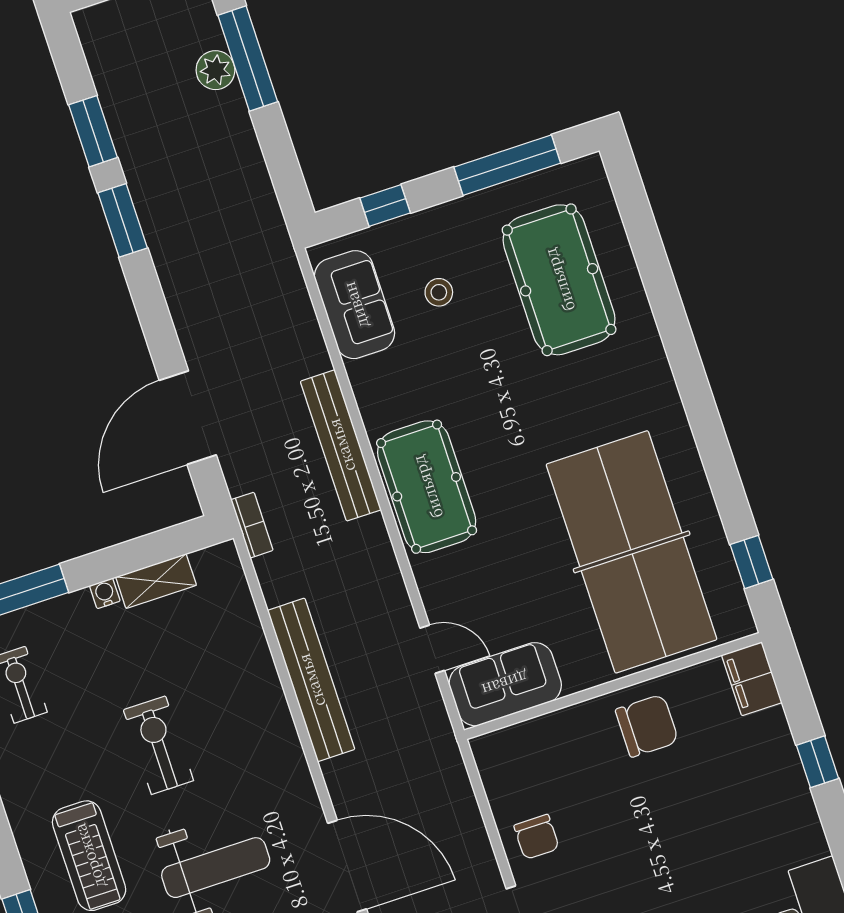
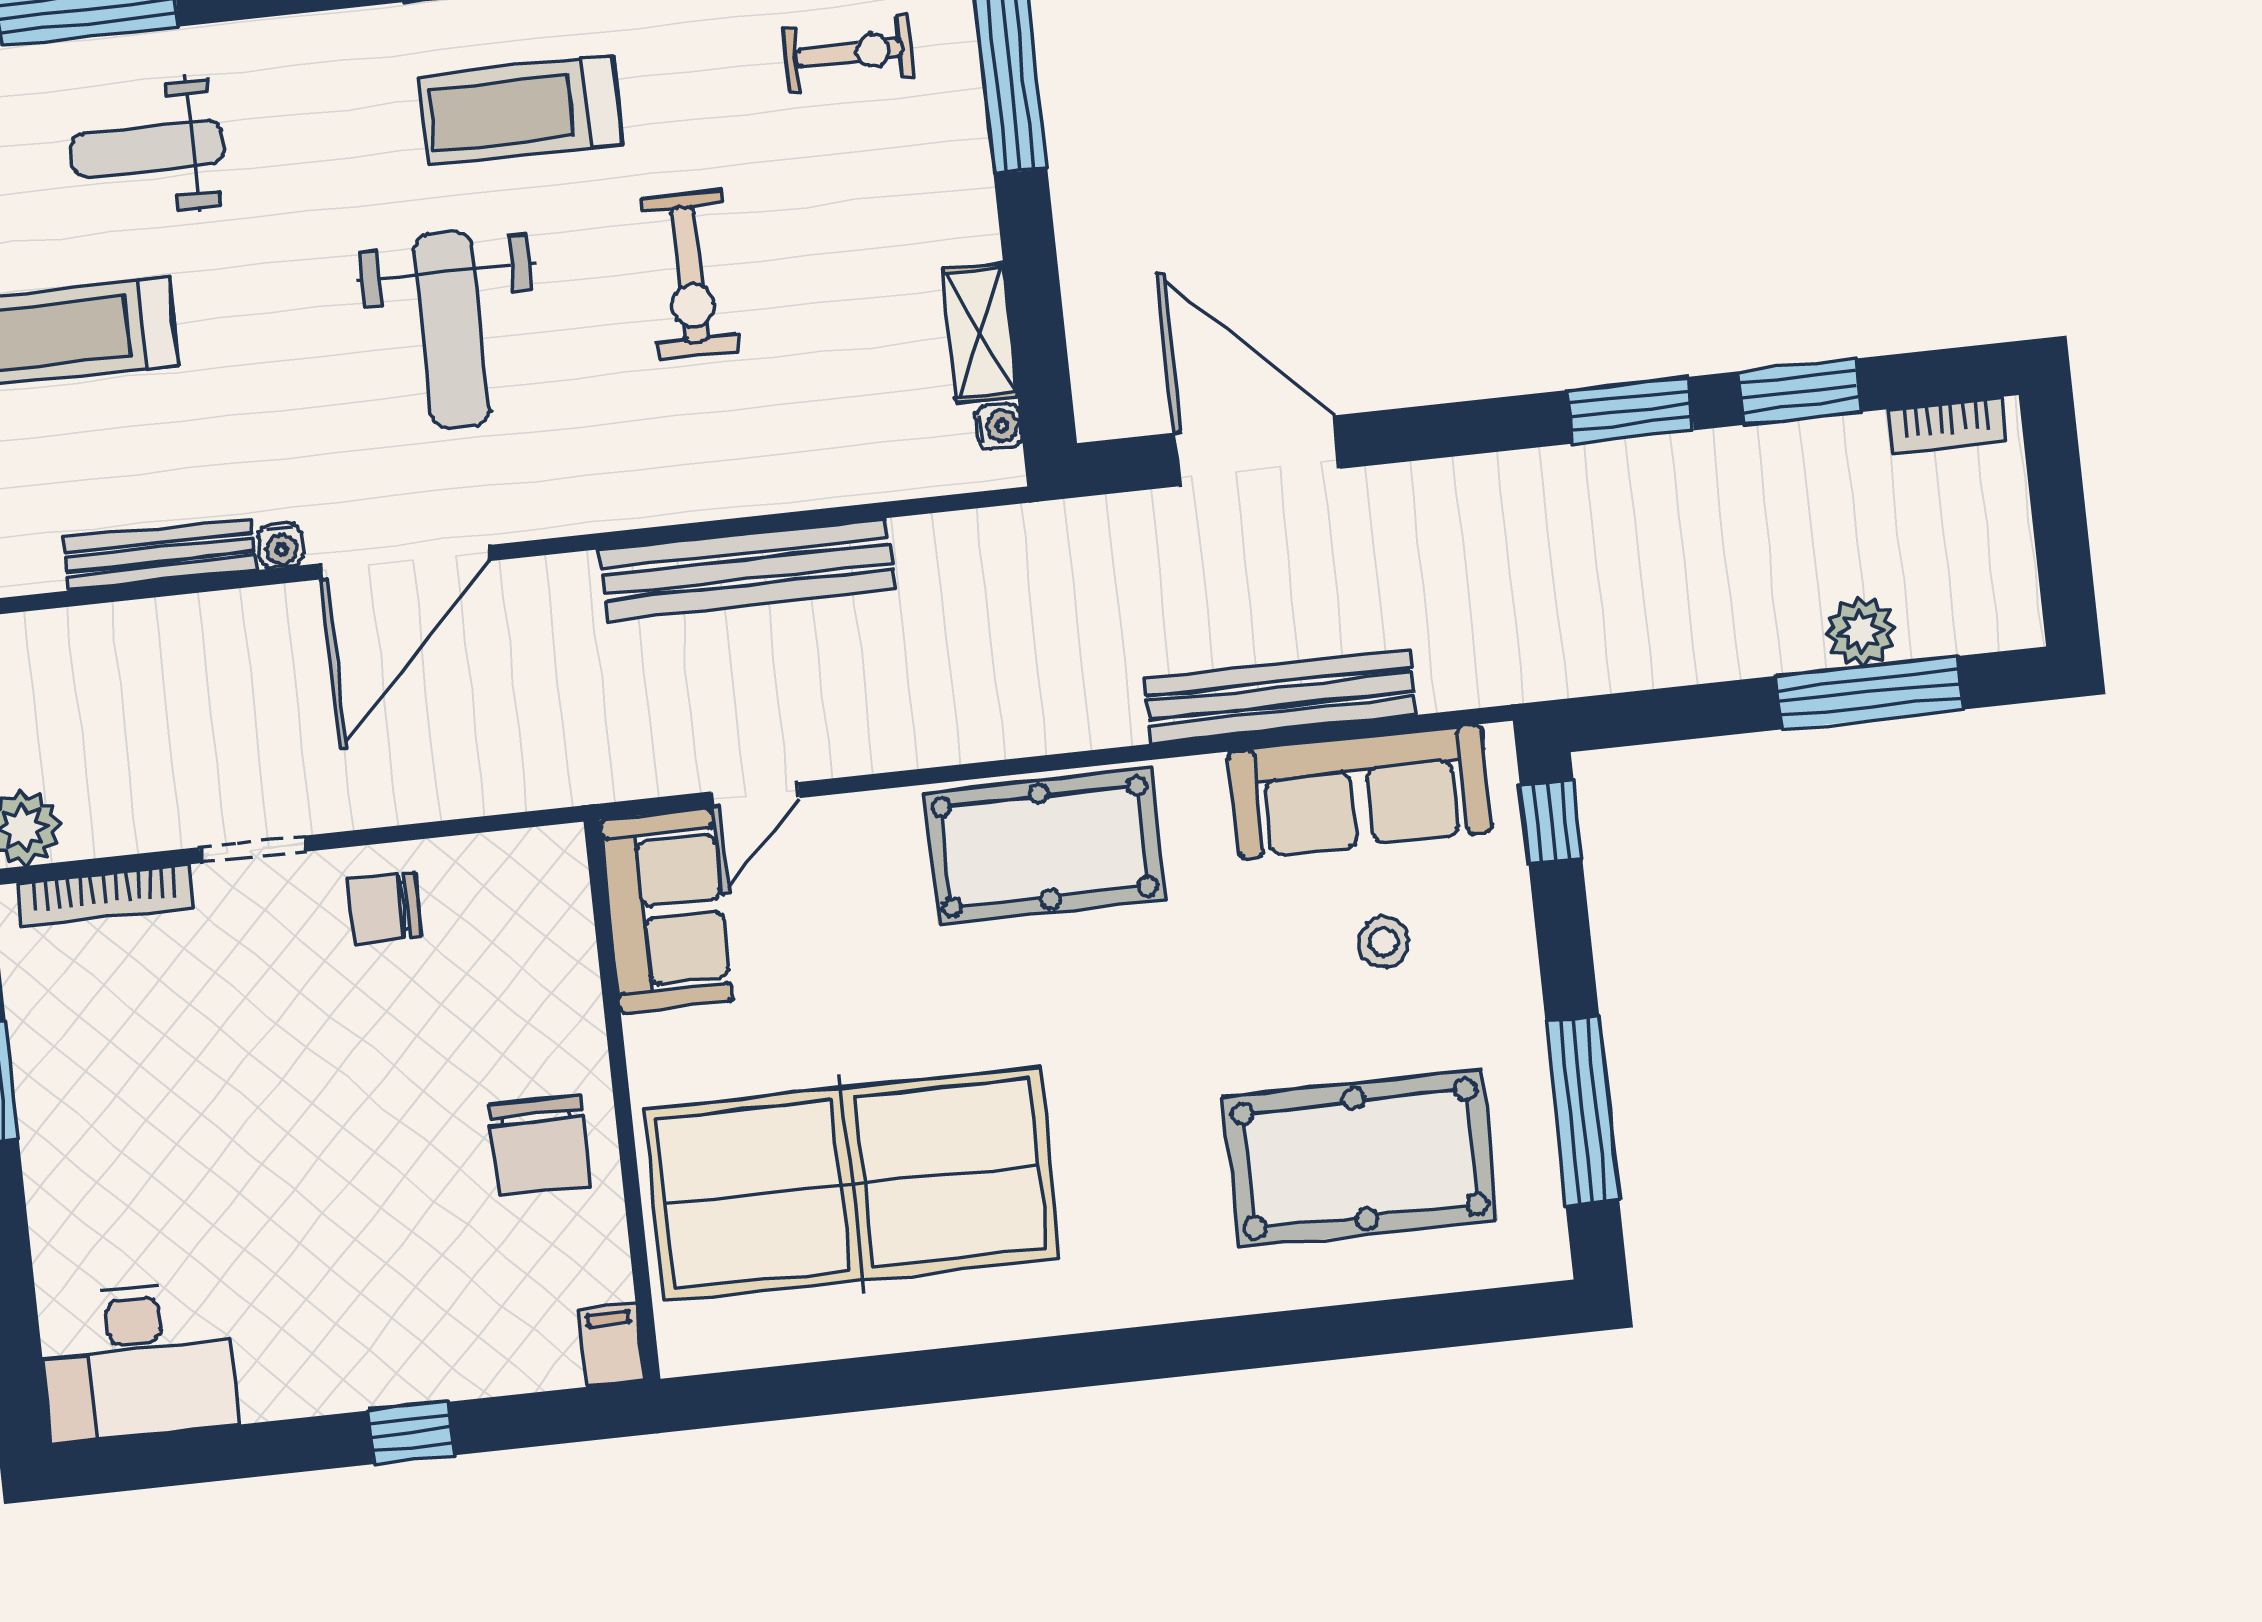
window: (385, 205) -> (1551, 822), moved
sofa: (355, 305) -> (1360, 792), width x1.36
bench: (341, 445) -> (1280, 696), moved
bookcase: (252, 525) -> (1947, 425), moved
window: (751, 562) -> (789, 1392), removed
water cooler: (105, 593) -> (999, 426), moved
filing cabinet: (752, 679) -> (611, 1345), width x0.50
exercise bike: (158, 745) -> (690, 275), turned 90

